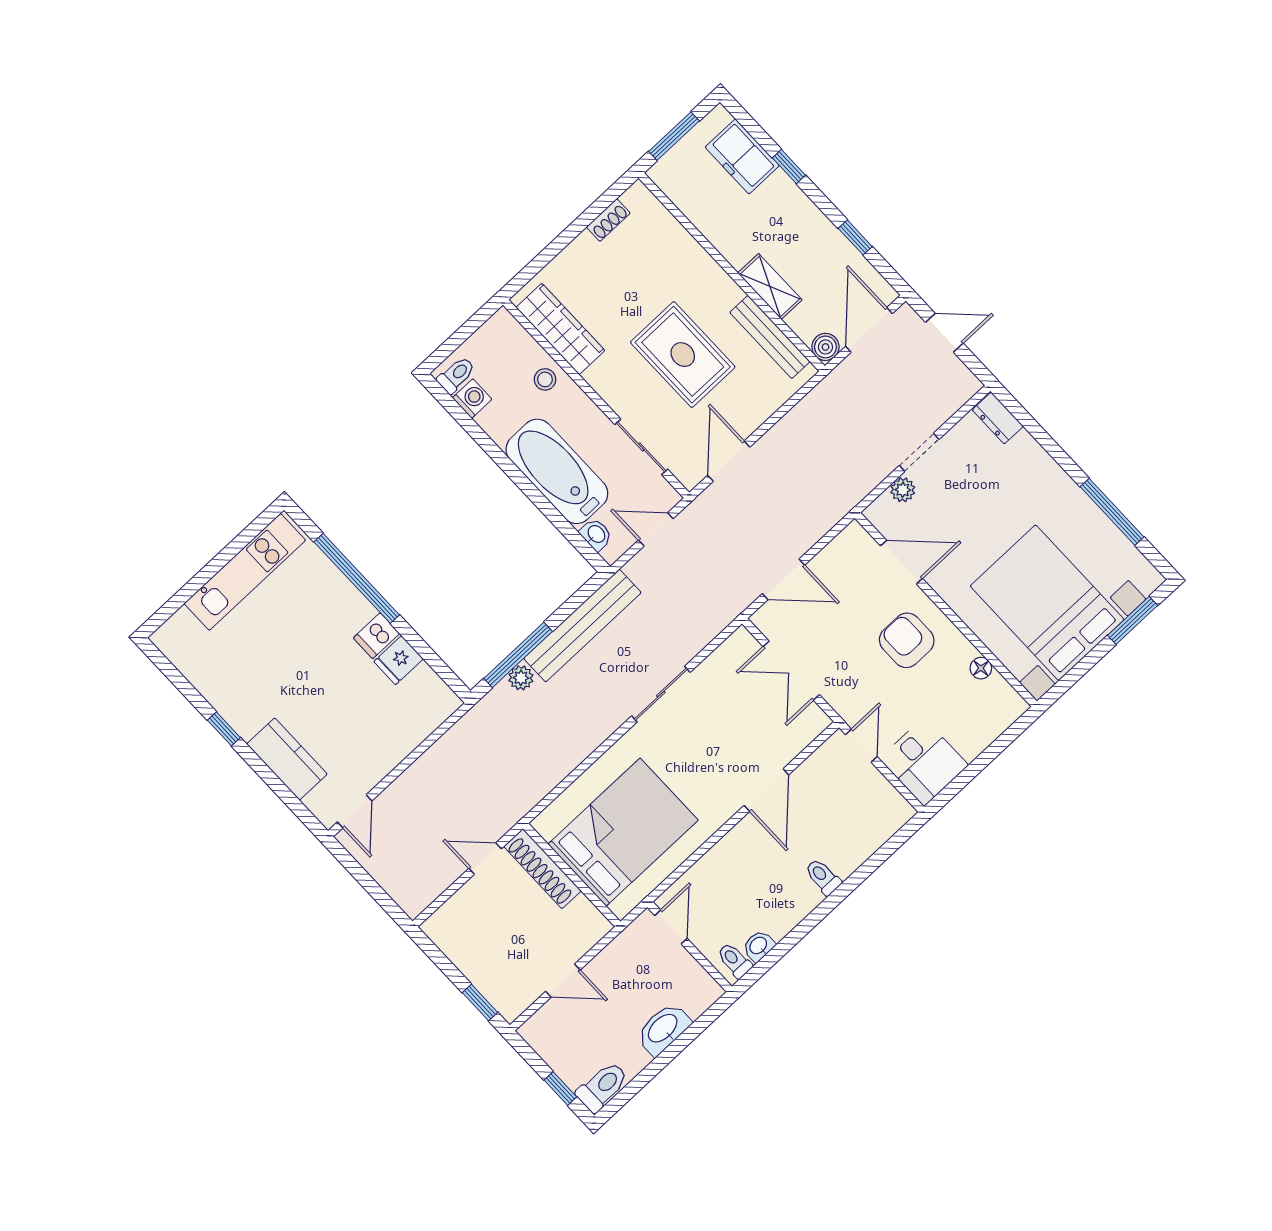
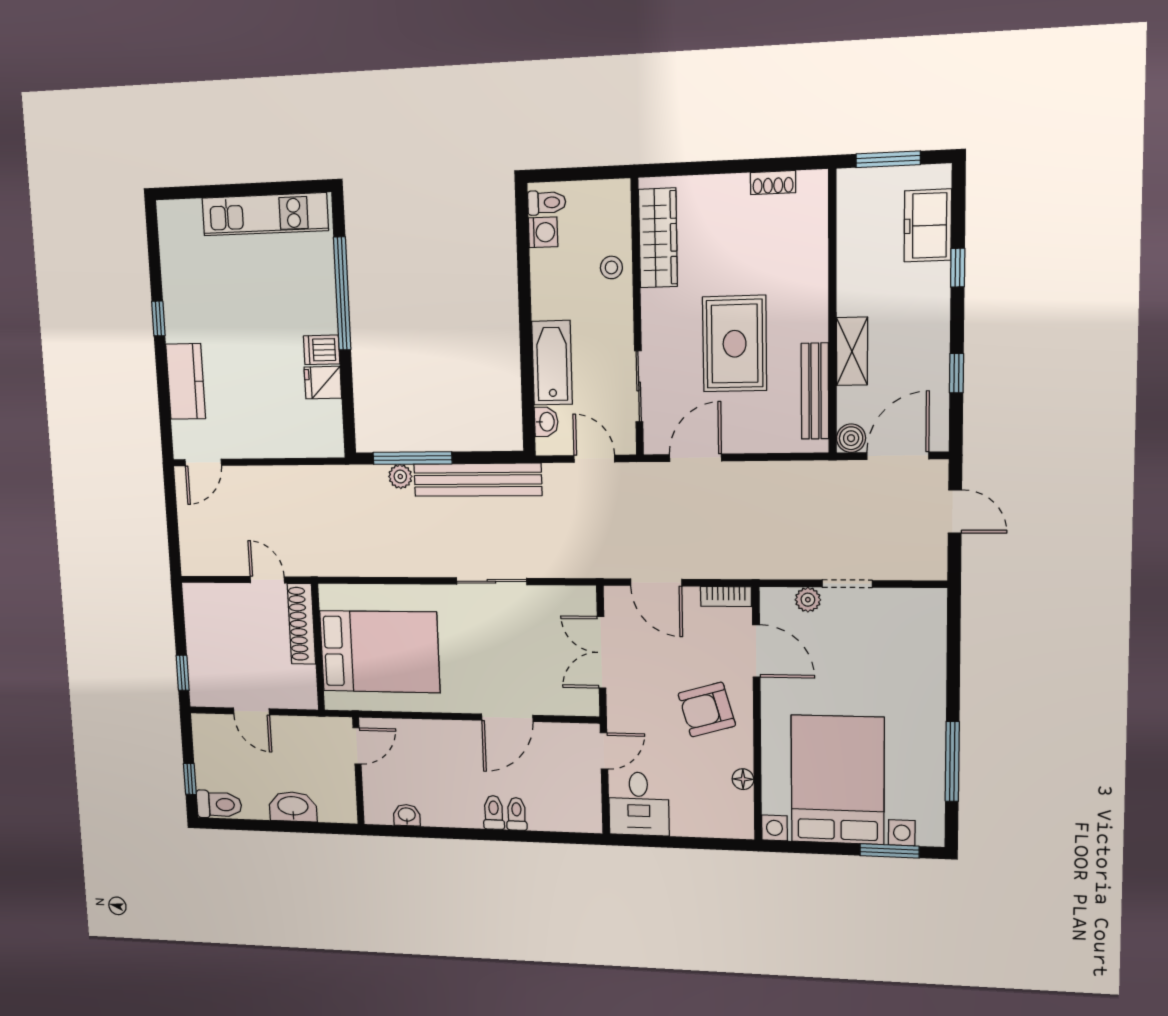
dresser: (998, 418) -> (933, 614), removed
bathtub: (557, 471) -> (552, 363), width x0.73, depth x0.73
bookcase: (843, 542) -> (726, 597), added
armchair: (907, 640) -> (707, 710), turned -106
toilet: (734, 960) -> (517, 814), moved

